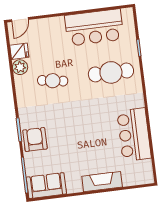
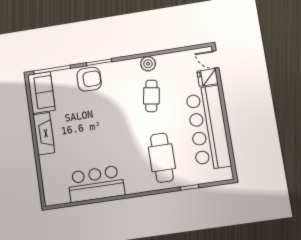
bar counter: (94, 27) -> (208, 128), width x1.36
fridge: (19, 51) -> (208, 77), moved, turned 90
plant: (20, 67) -> (148, 64), moved
fireplace: (102, 182) -> (44, 134), moved

